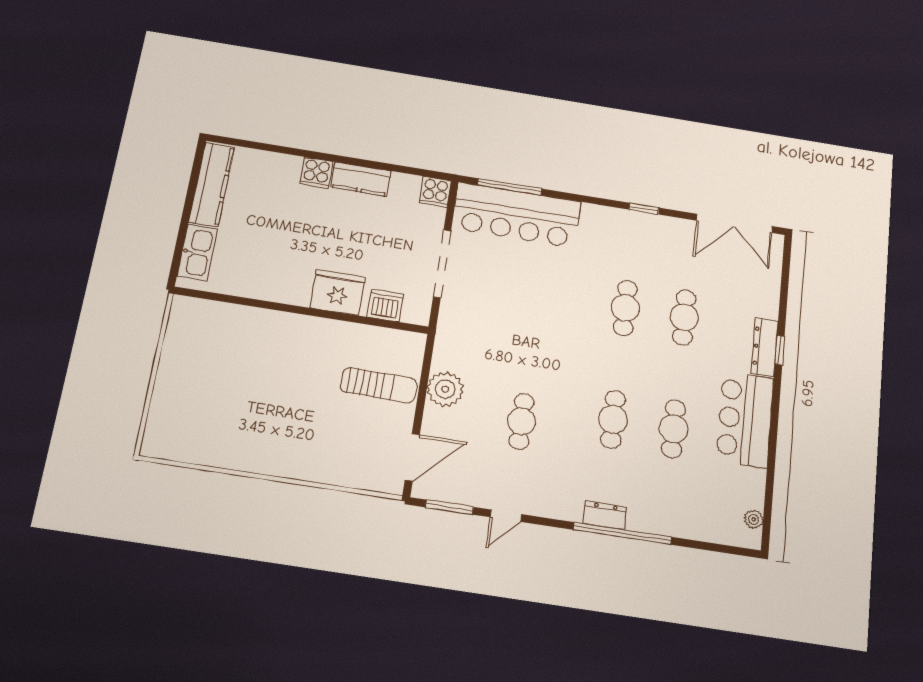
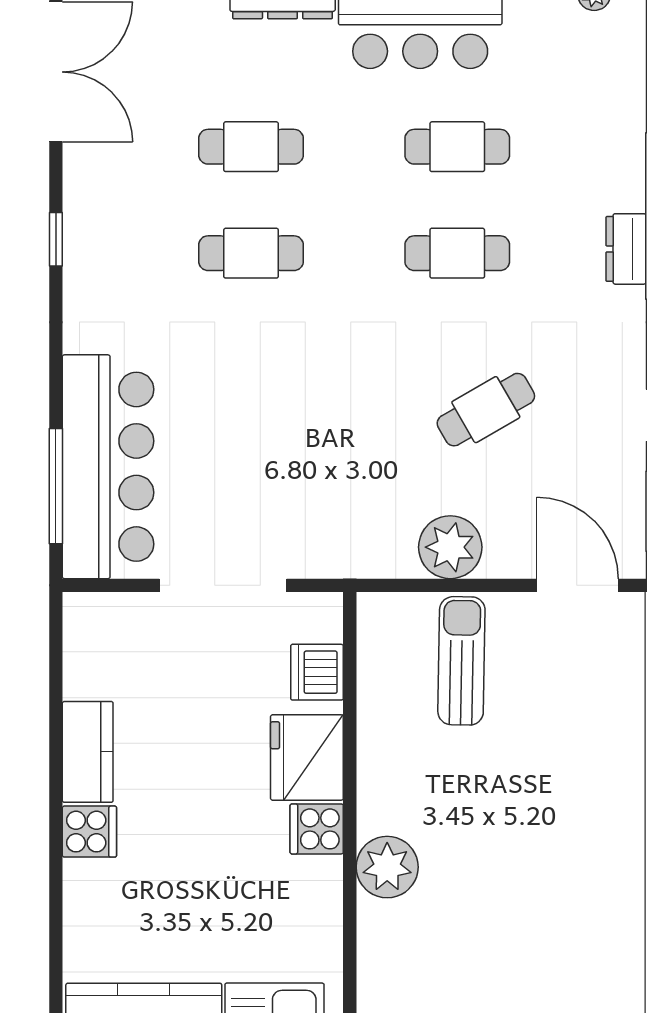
cooker: (435, 192) -> (317, 829), moved, turned 180
plant: (267, 326) -> (387, 867), added
cafe table: (522, 421) -> (486, 410), turned -30

